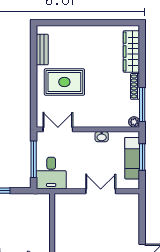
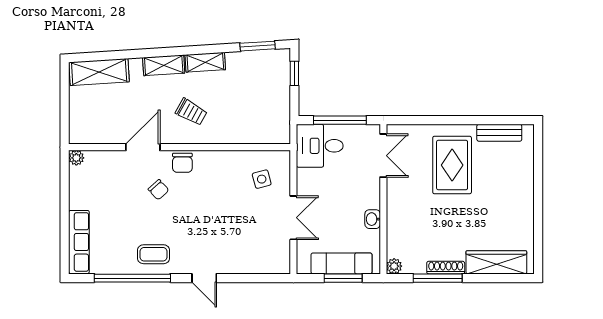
window: (142, 105) -> (438, 278), moved
side table: (74, 213) -> (262, 179), added

